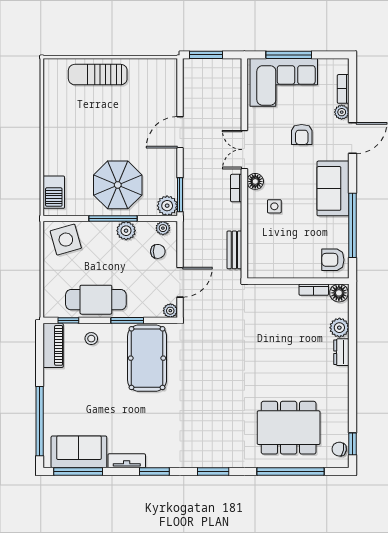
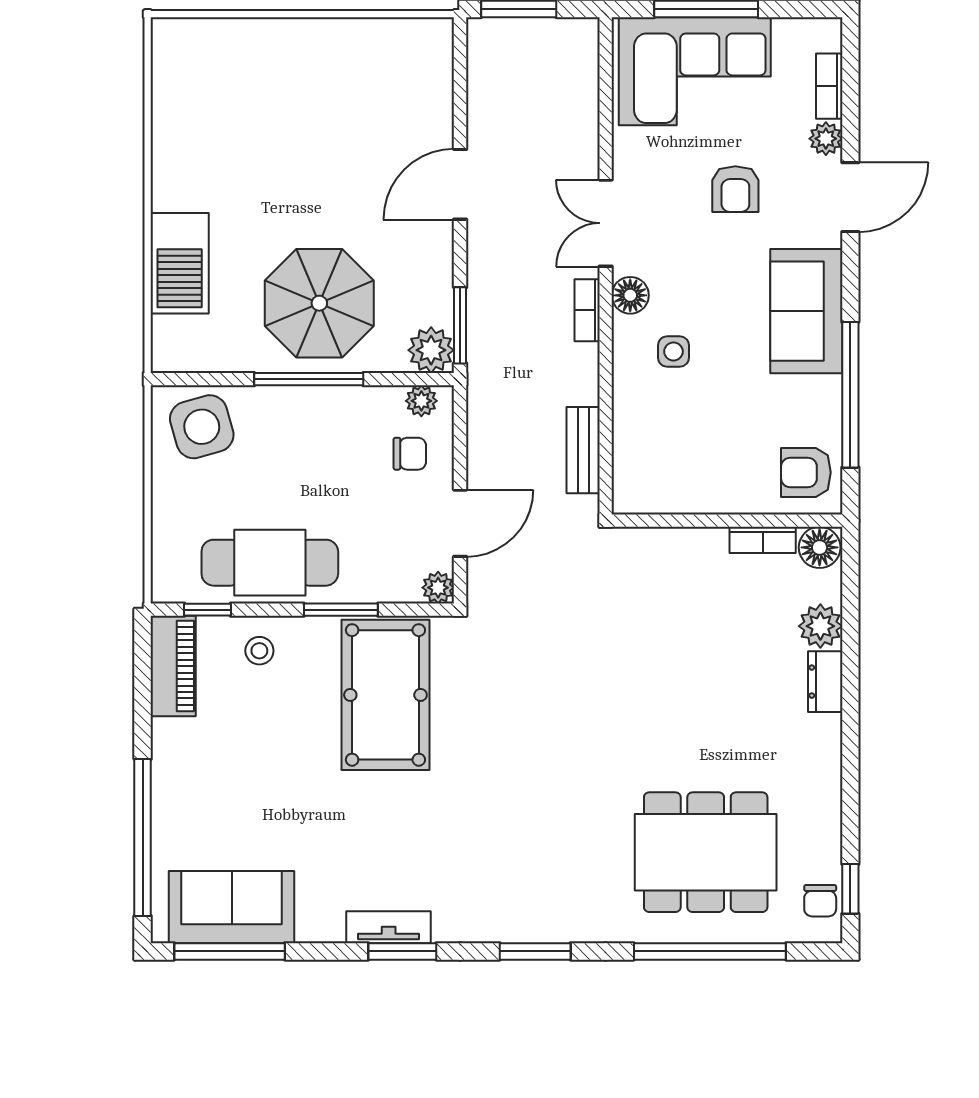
sun lounger: (98, 75) -> (274, 53), removed
barbecue: (54, 192) -> (180, 263), moved, width x1.37, depth x1.21
plant: (126, 231) -> (338, 407), removed
chair: (339, 449) -> (820, 901), turned -101
tv unit: (127, 461) -> (389, 927), moved

